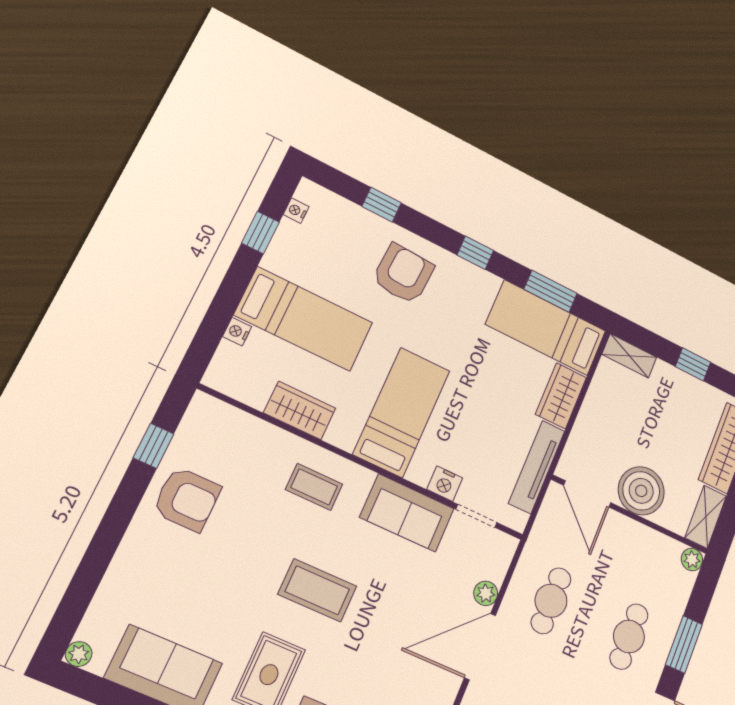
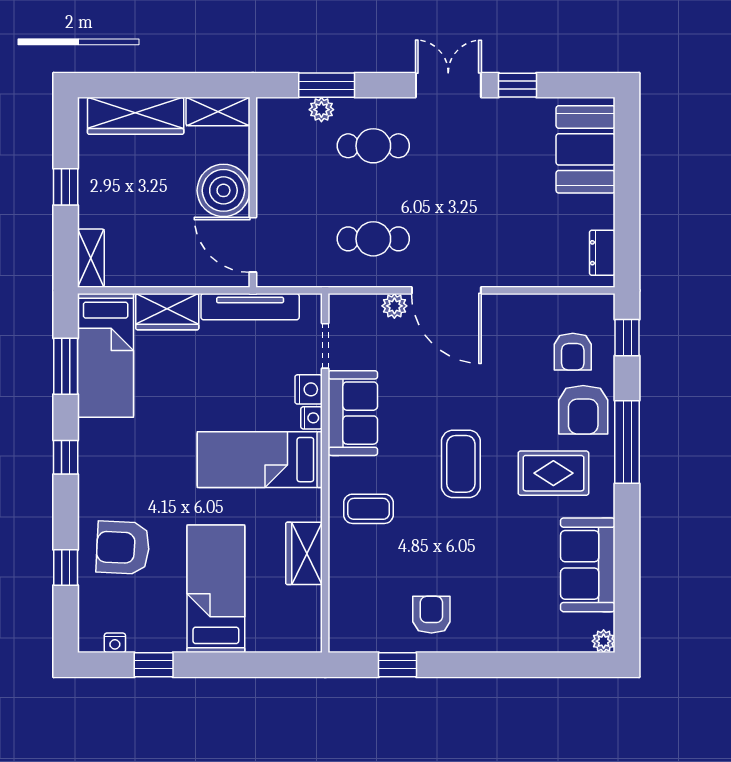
armchair: (403, 274) -> (123, 548), moved
nightstand: (237, 332) -> (312, 418), moved, turned -90
coffee table: (314, 487) -> (368, 509), turned 90
door: (587, 494) -> (253, 245), swing flipped
armchair: (187, 499) -> (431, 615), width x0.72, depth x0.72
plant: (692, 559) -> (321, 110), moved
window: (684, 644) -> (327, 85), moved

